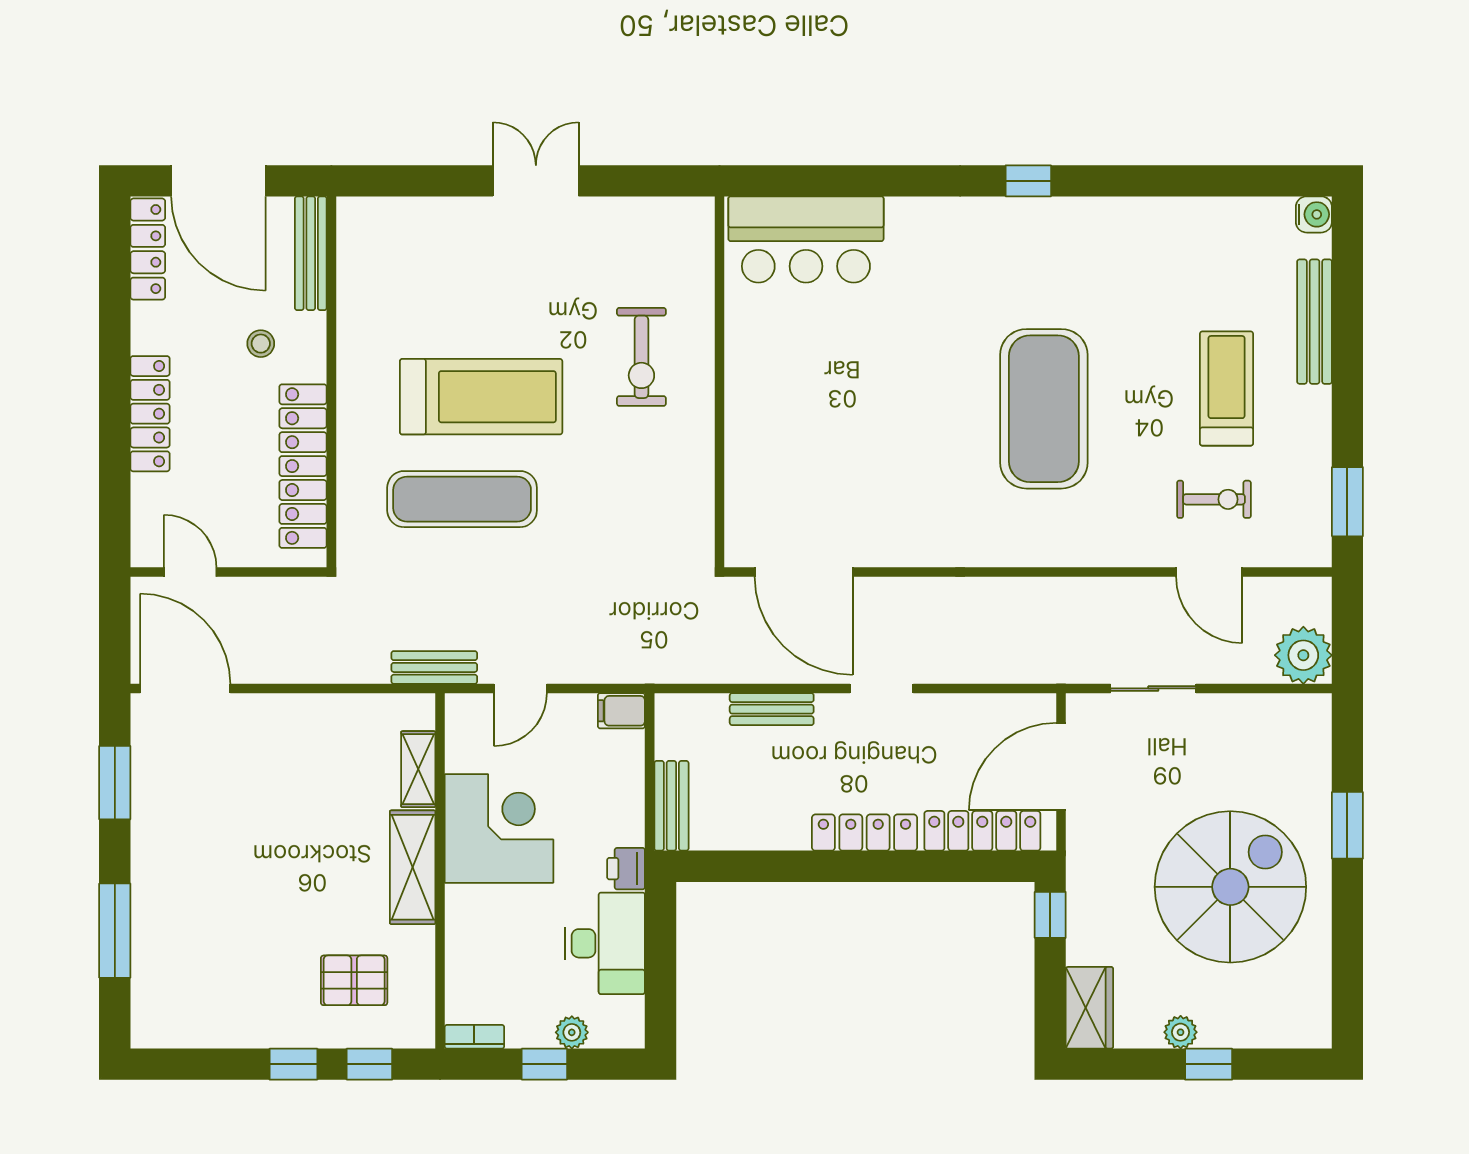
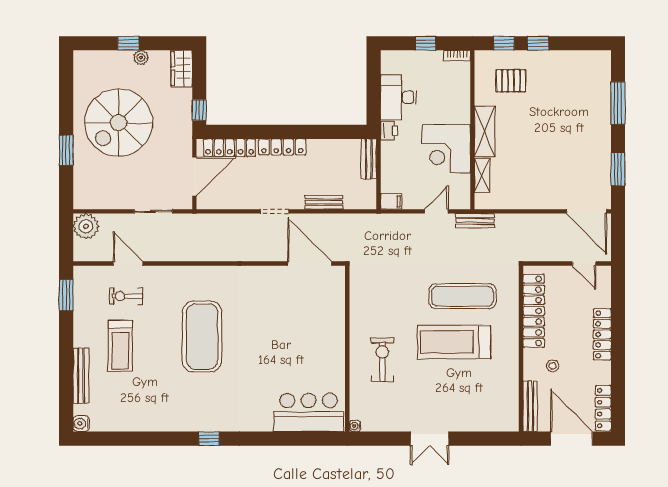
water cooler: (702, 209) -> (355, 426), added
plant: (572, 1032) -> (413, 57), removed

